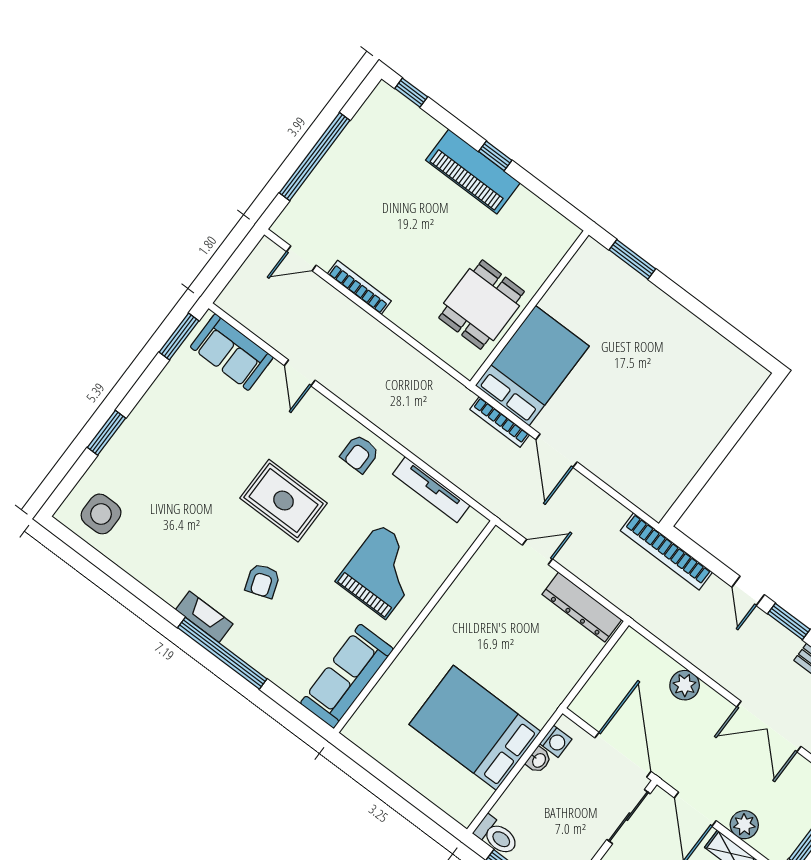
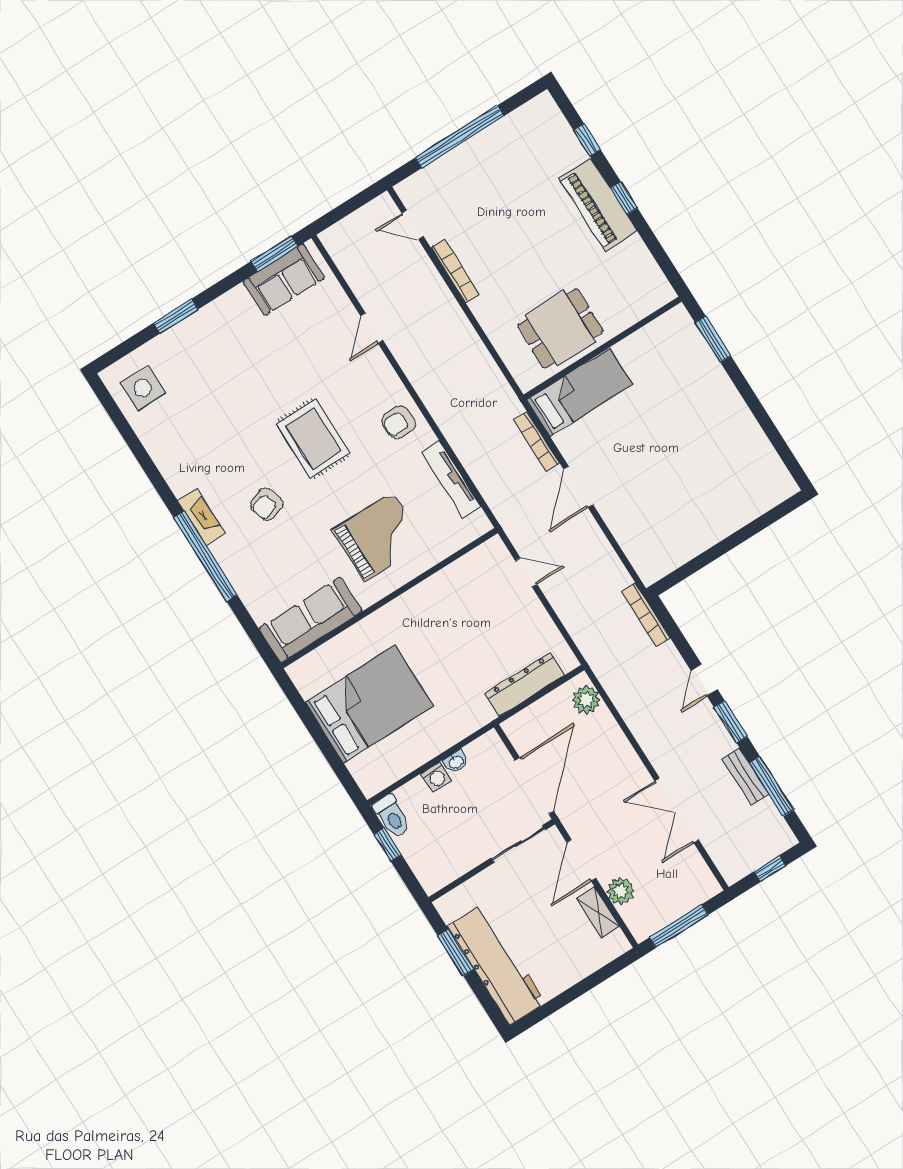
window: (411, 93) -> (587, 140), moved
sofa: (232, 352) -> (284, 280), moved, turned -90
bed: (532, 366) -> (580, 392), width x0.67
bookcase: (666, 551) -> (646, 615), width x0.68, depth x0.76
dresser: (582, 607) -> (525, 684), moved, turned 90
plant: (685, 685) -> (586, 700), moved
bed: (475, 728) -> (369, 704), moved, turned 90
washing machine: (556, 741) -> (436, 777), moved

